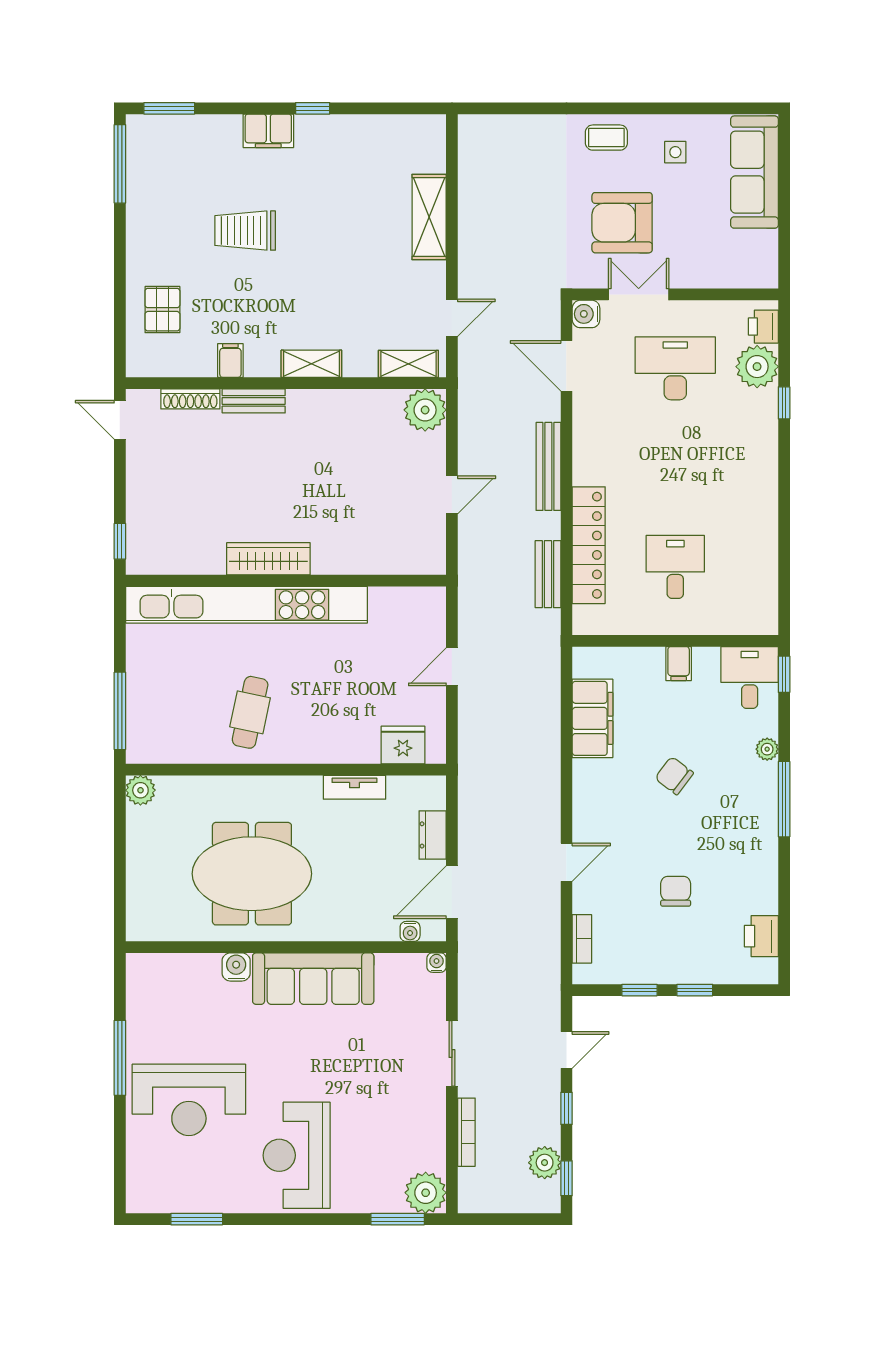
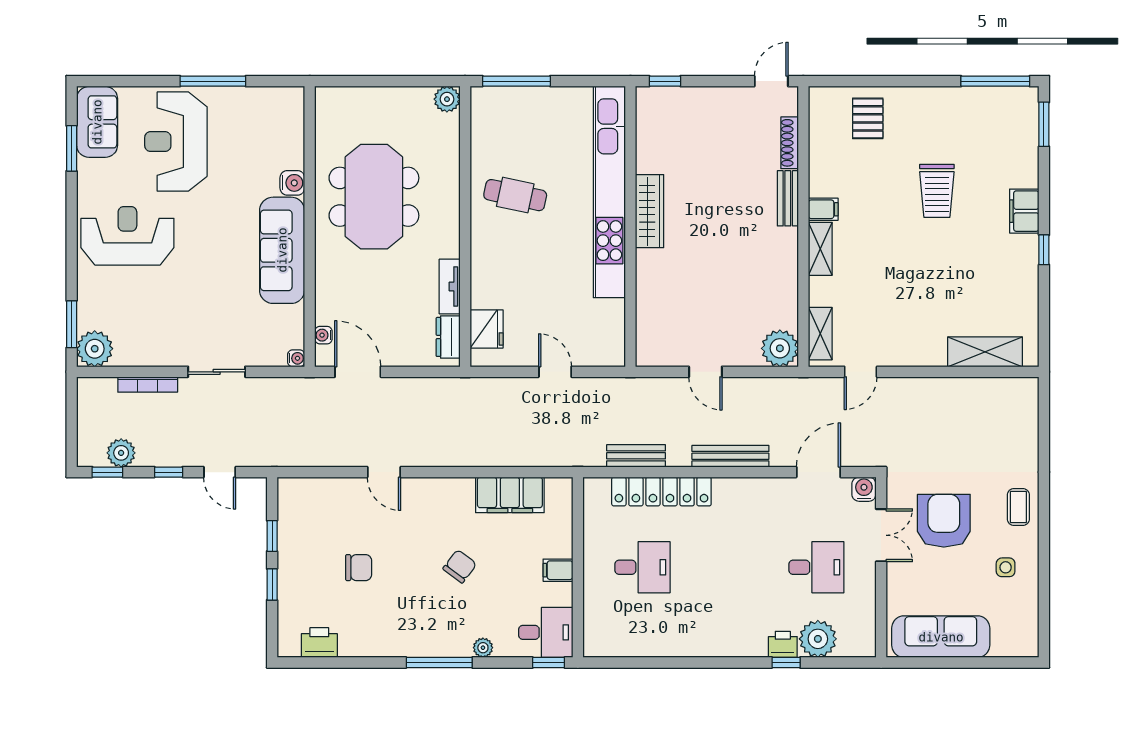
sofa: (754, 172) -> (941, 637), moved
shelving: (429, 217) -> (985, 352), moved
trolley: (245, 231) -> (937, 191), turned 180
pallet: (162, 310) -> (868, 118), turned 90
door: (452, 318) -> (861, 372), hinge flipped
printer: (763, 327) -> (783, 644), moved
filing cabinet: (230, 360) -> (823, 209), moved
desk: (675, 368) -> (816, 567), width x0.73
dresser: (433, 835) -> (448, 337), moved, turned -90
bookcase: (582, 939) -> (317, 486), removed
sofa: (166, 1190) -> (97, 122), added

